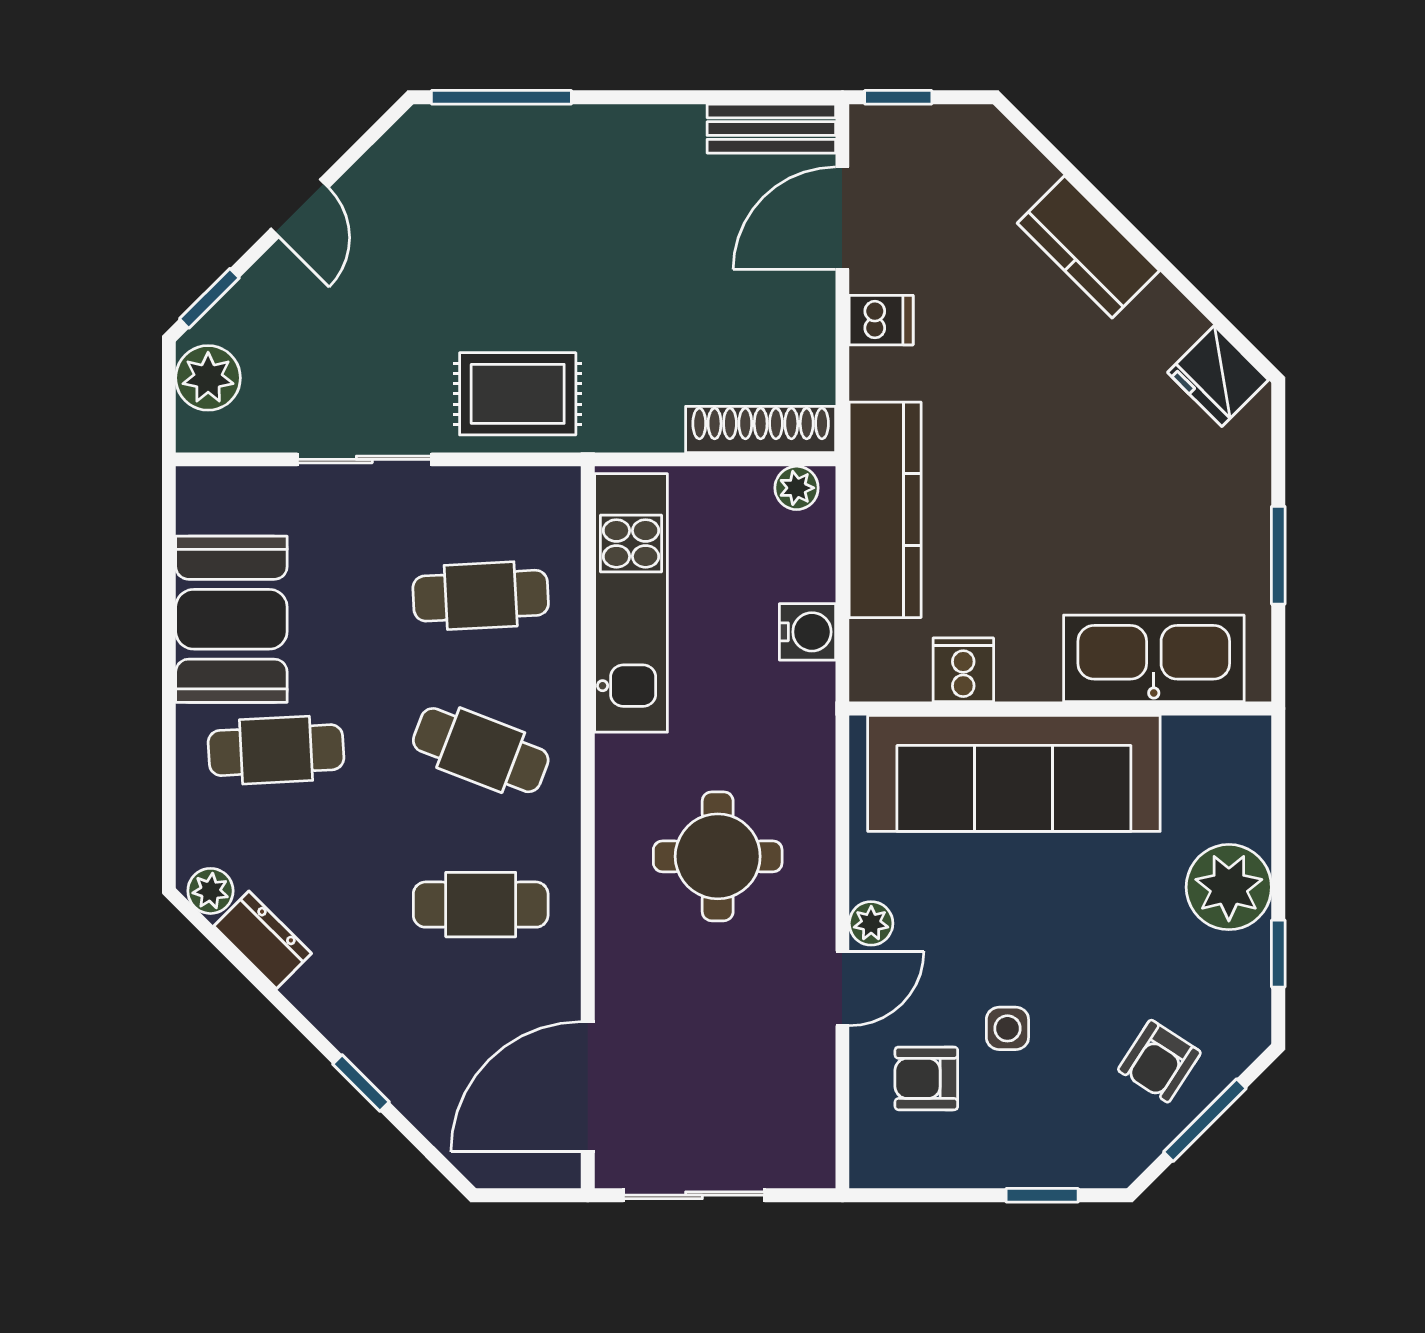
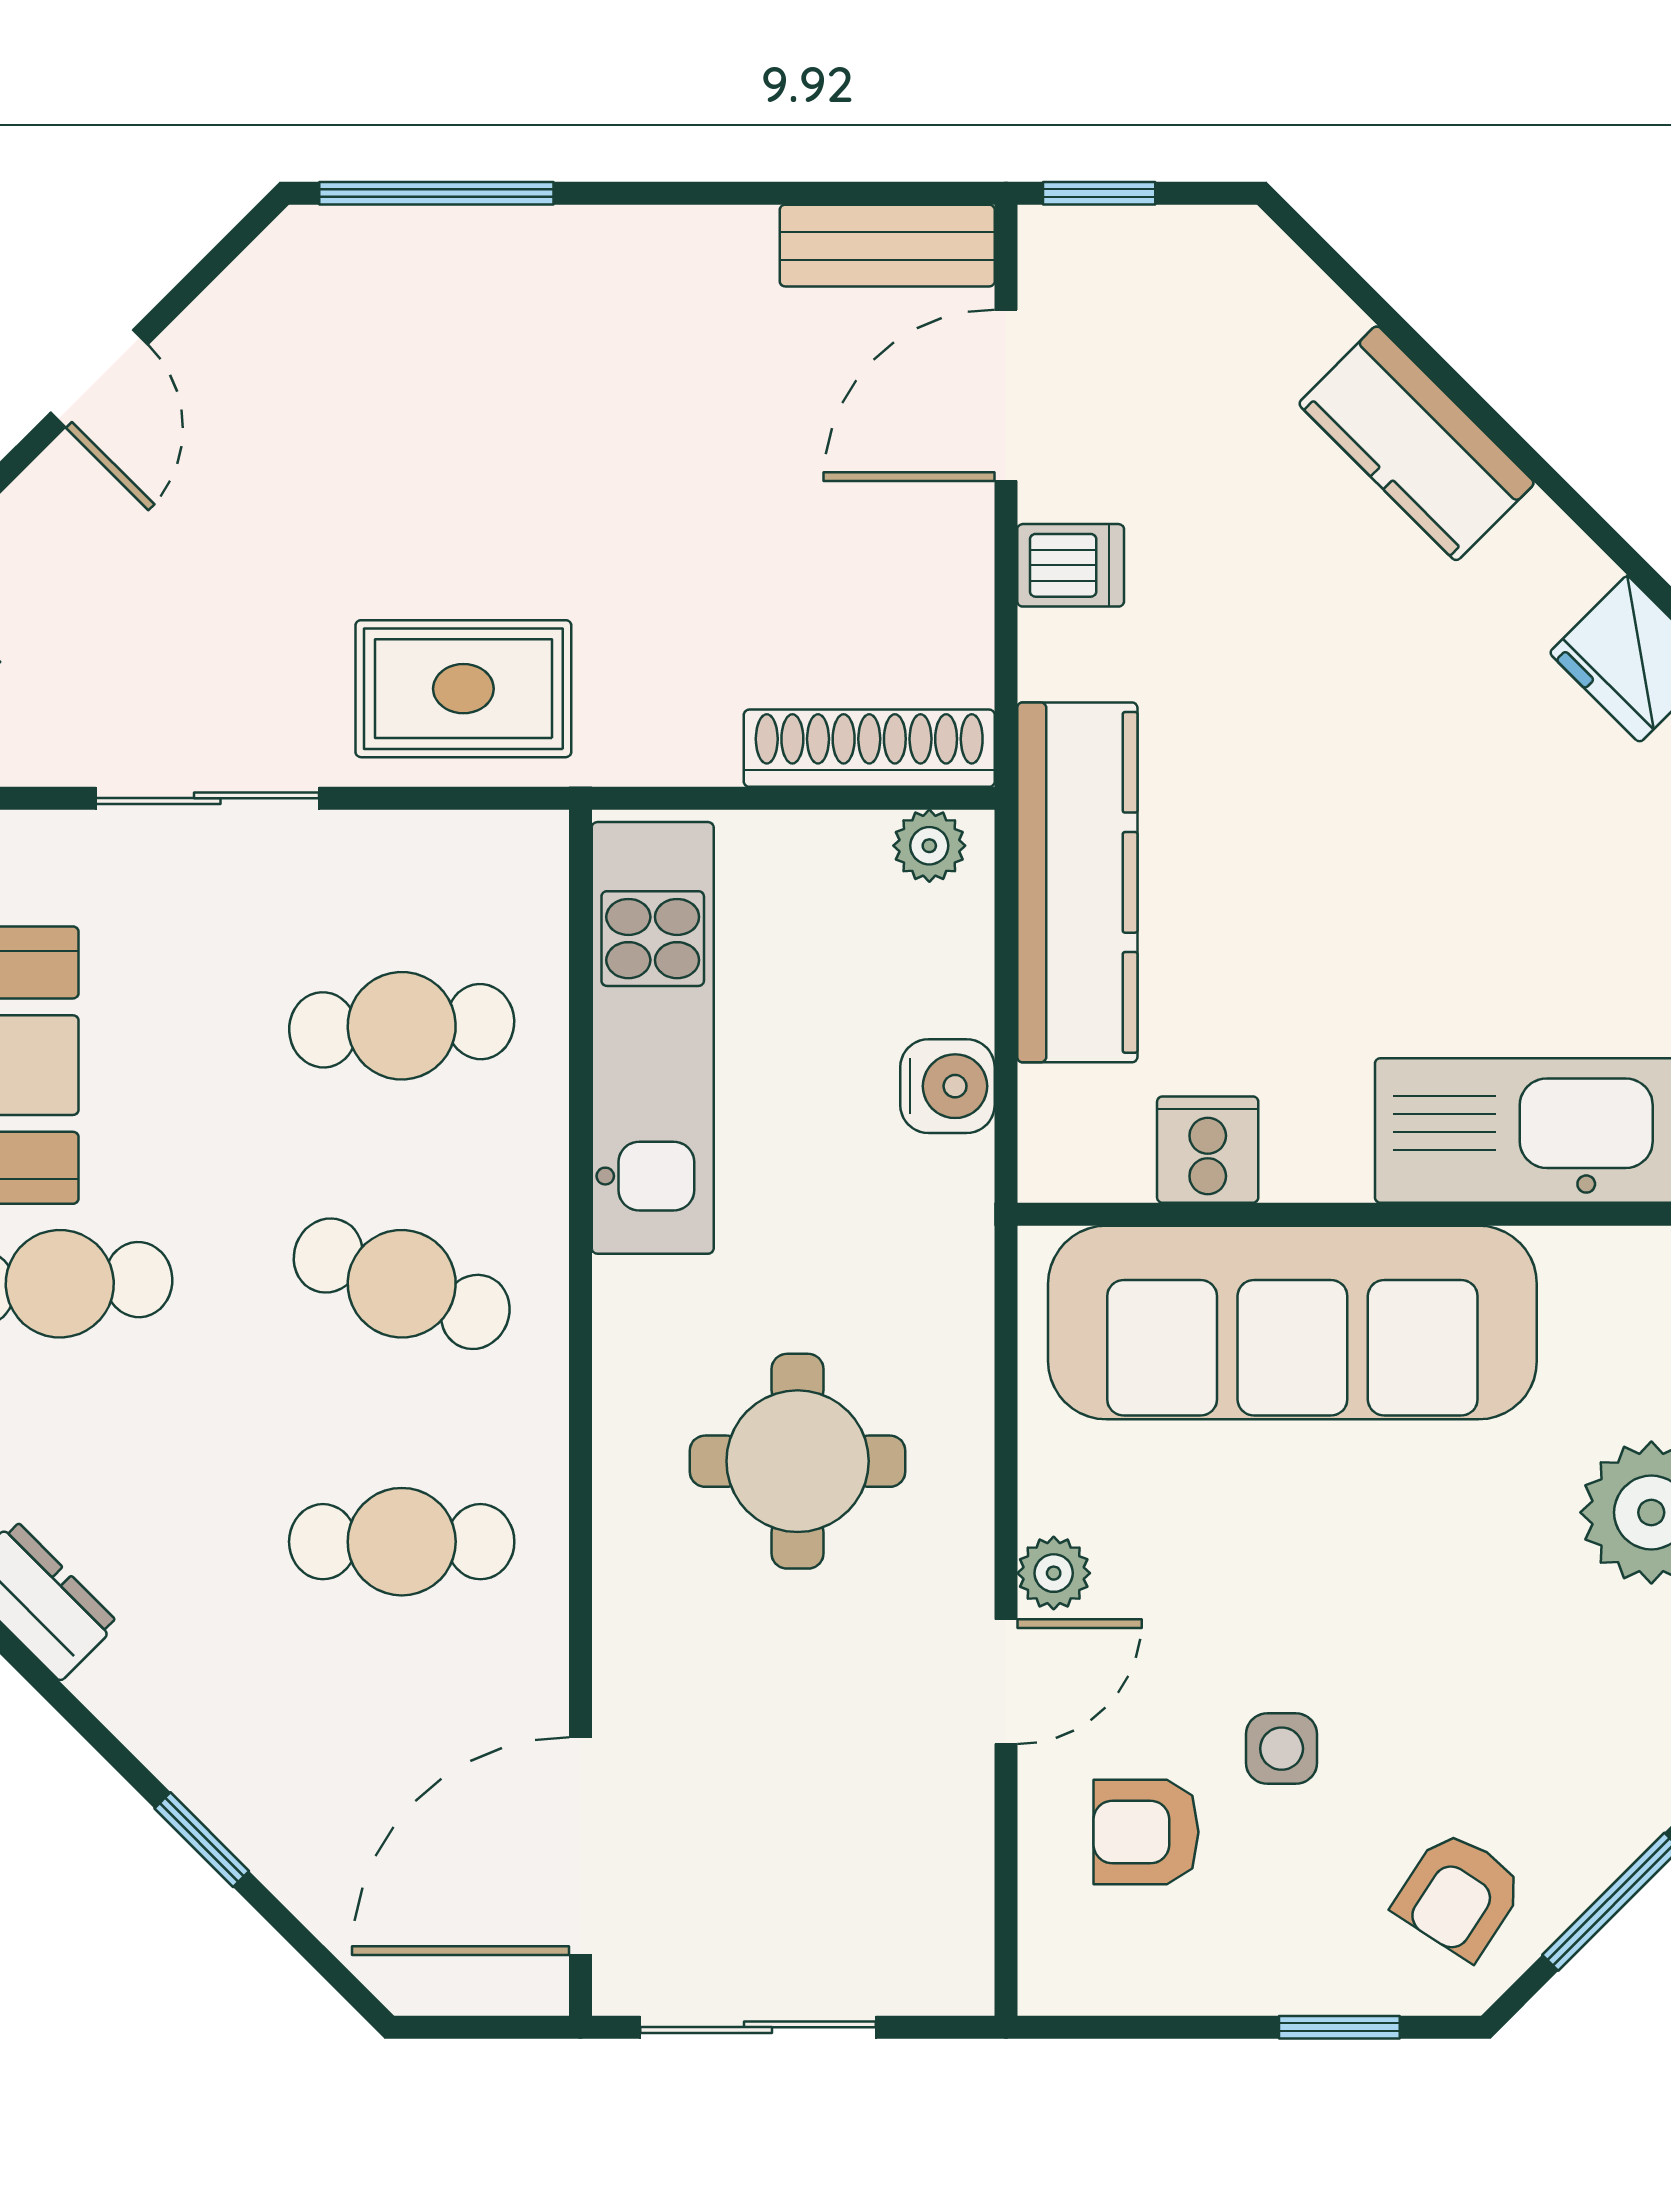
armchair: (1159, 1061) -> (1459, 1895), moved

